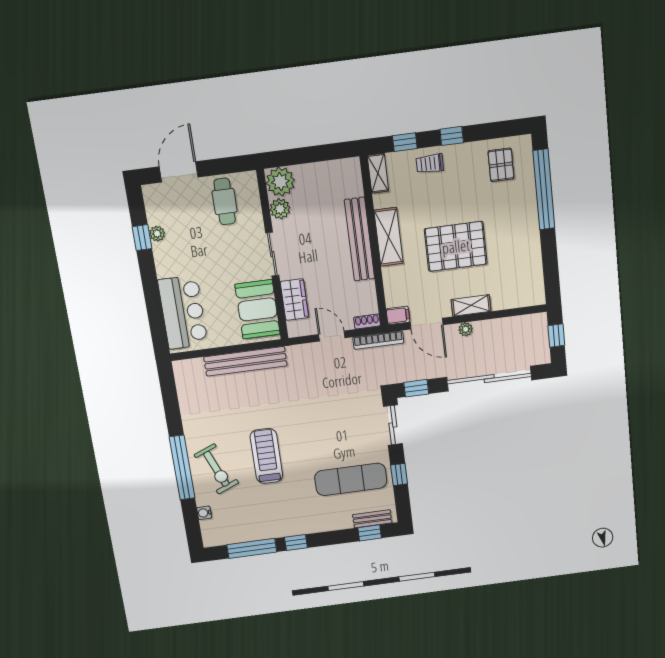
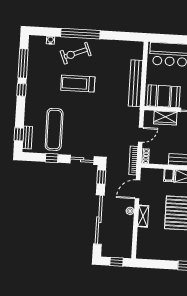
filing cabinet: (398, 315) -> (169, 175), moved
treadmill: (266, 456) -> (78, 84), turned 180

